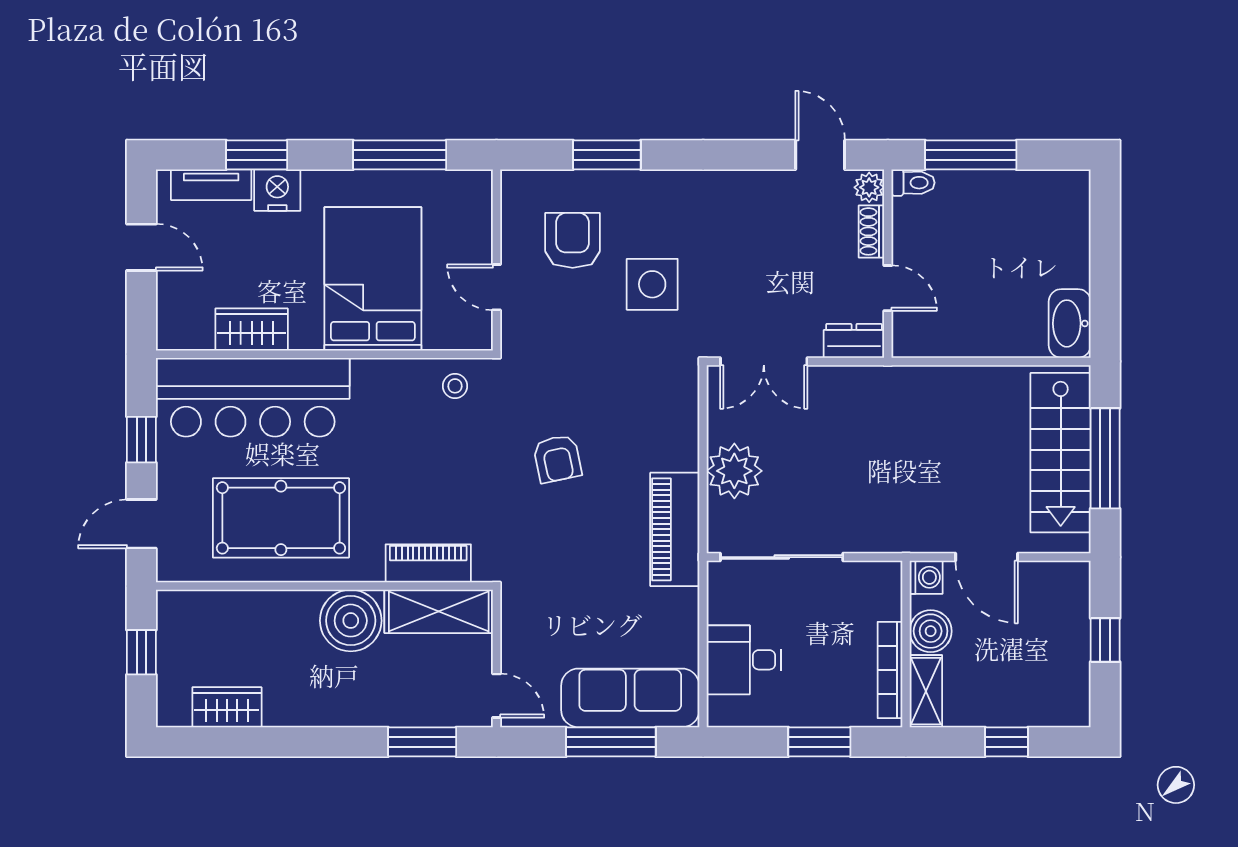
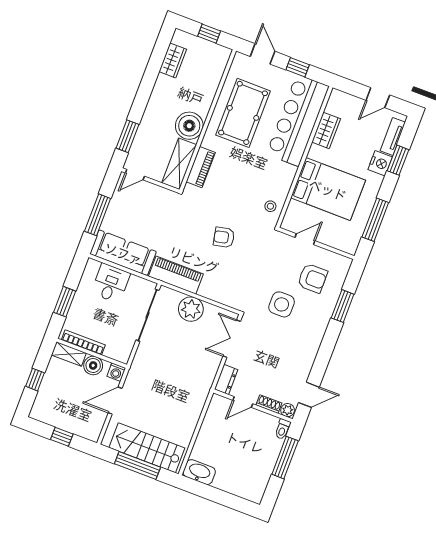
sofa: (630, 698) -> (123, 253), moved, turned -90

